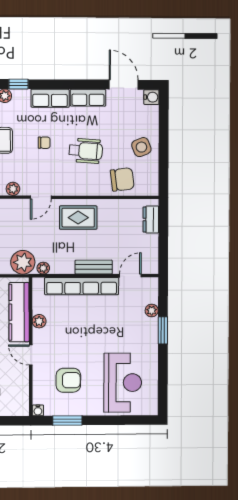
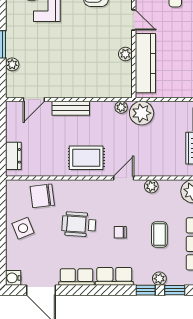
row of seats: (82, 286) -> (83, 89), removed

